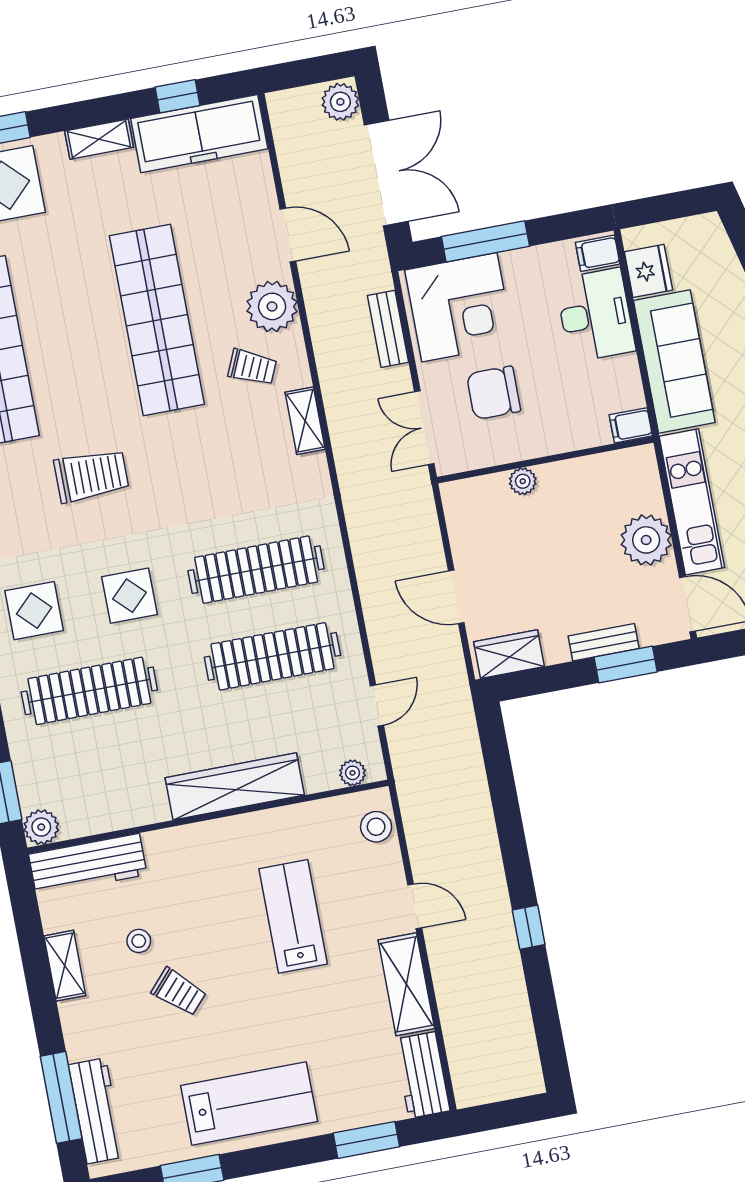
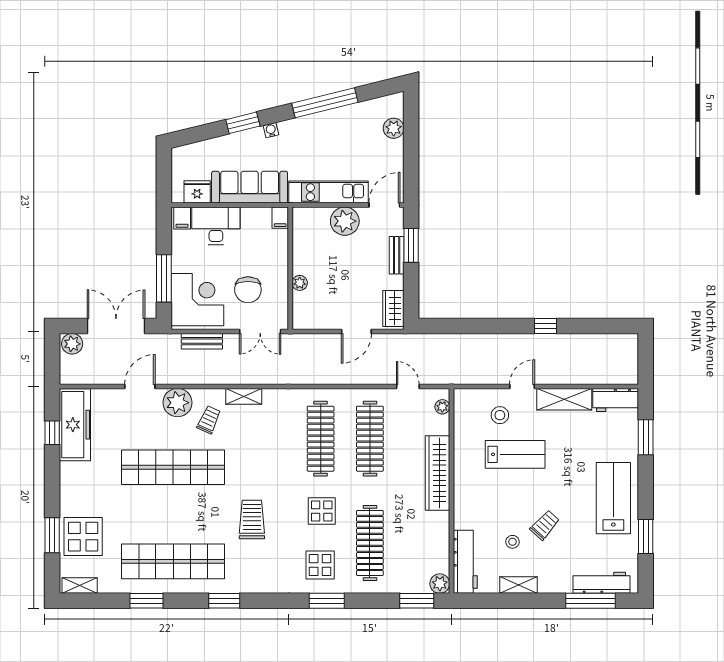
shelving: (99, 139) -> (68, 480), removed
stool: (376, 827) -> (500, 415), moved
lab bench: (293, 916) -> (515, 454), turned 180

